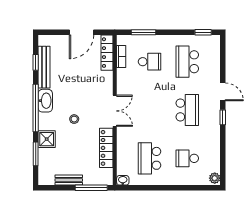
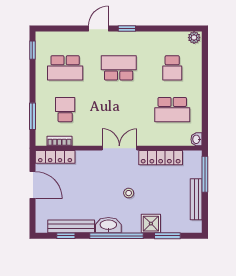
bench: (69, 180) -> (196, 199), width x1.36

